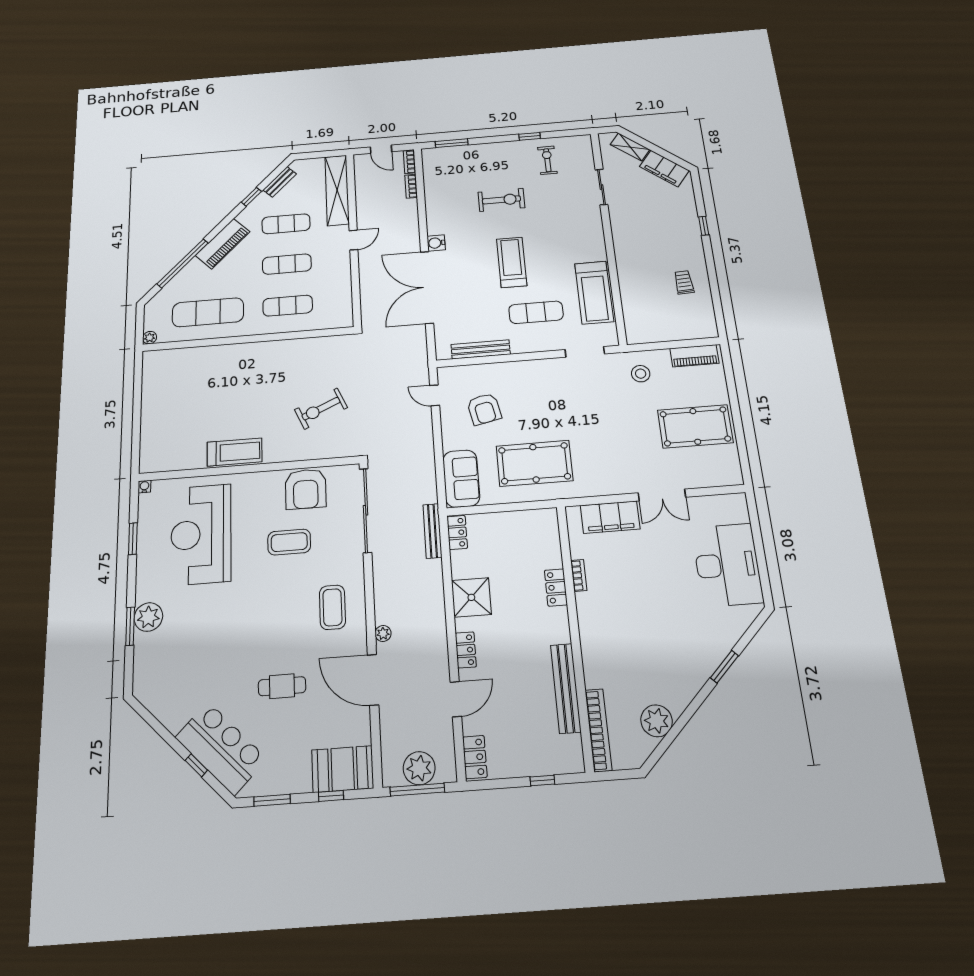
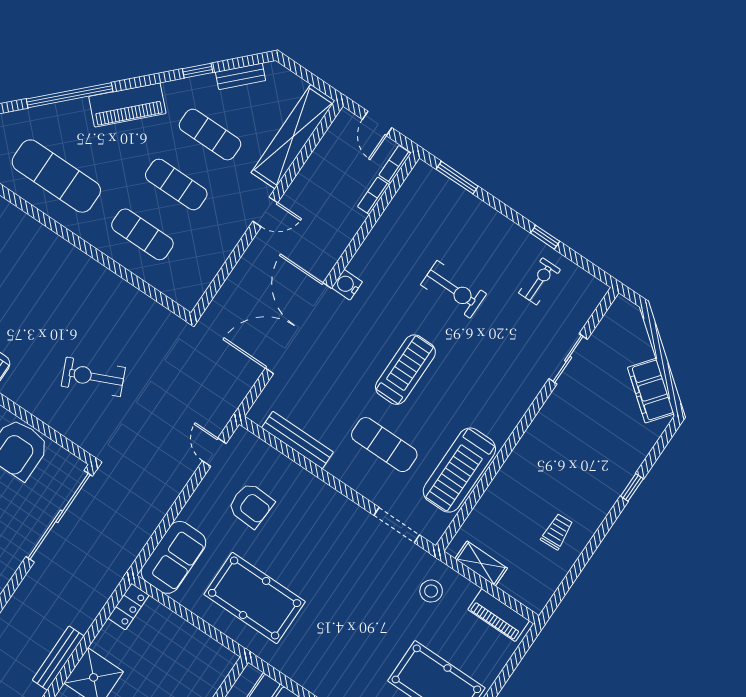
shelving: (630, 147) -> (481, 563), moved, turned -38
armchair: (484, 409) -> (251, 505), turned -75
bench: (432, 531) -> (58, 658), moved

